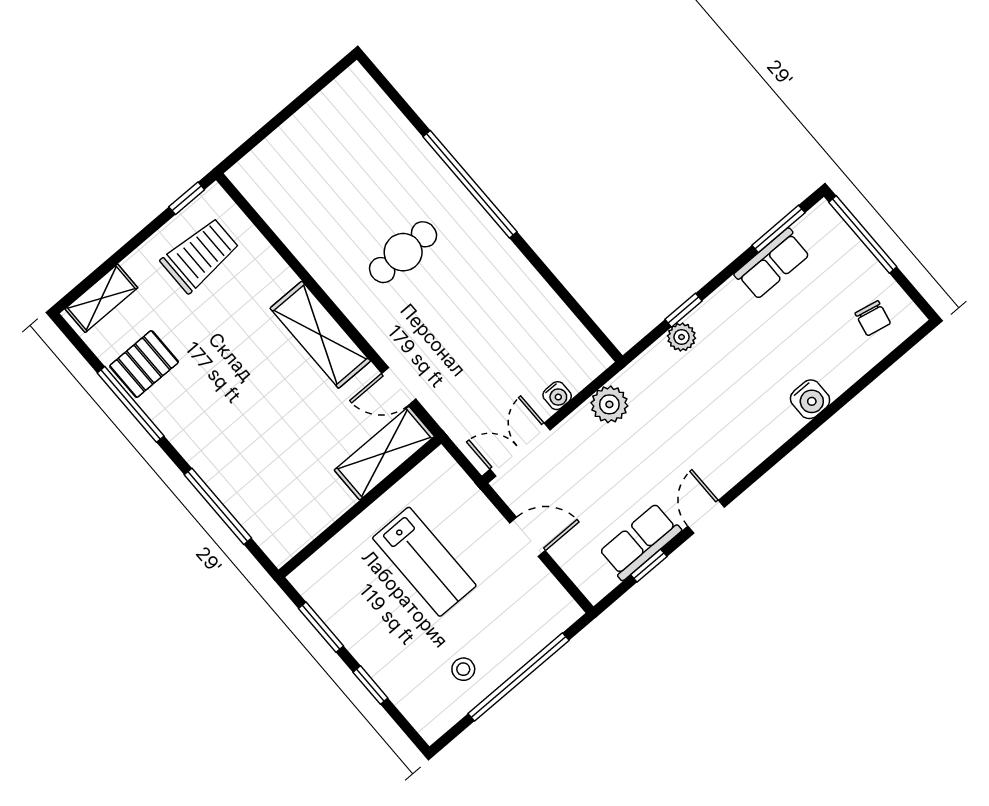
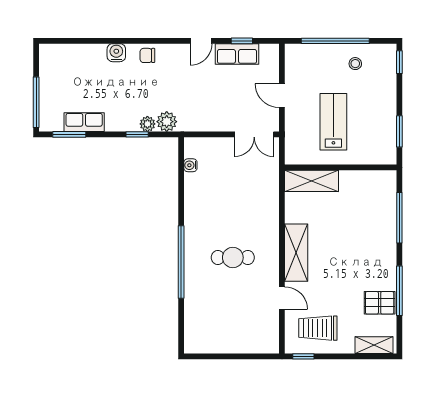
chair: (873, 318) -> (147, 55), moved, turned -102
door: (399, 386) -> (282, 298), moved
water cooler: (557, 396) -> (190, 165), moved, turned -90
plant: (609, 404) -> (167, 122), moved
window: (370, 685) -> (399, 62), moved

